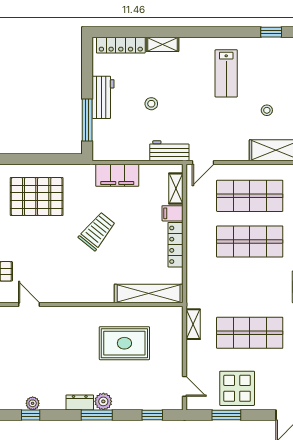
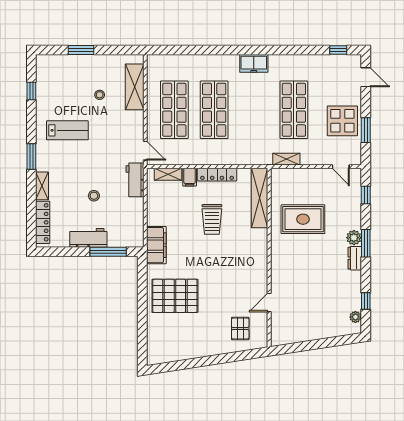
window: (196, 32) -> (31, 157), added
filing cabinet: (117, 175) -> (156, 245), moved
pallet: (37, 197) -> (175, 296), turned 90
trolley: (97, 231) -> (212, 219), moved, turned -129
rug: (124, 343) -> (303, 219), turned 90
door: (185, 386) -> (341, 167), swing flipped
plant: (33, 403) -> (355, 317), moved

